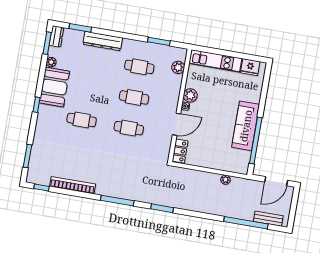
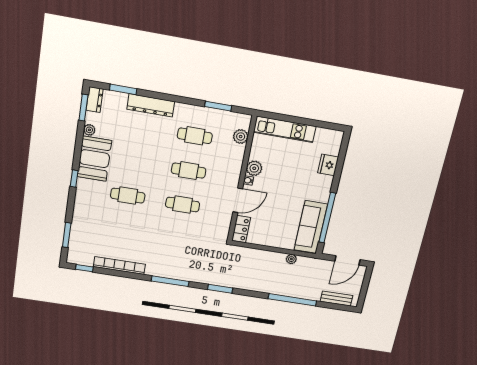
fridge: (250, 67) -> (328, 165), moved, turned 90
sofa: (246, 126) -> (311, 227), moved
window: (246, 223) -> (292, 300), moved

